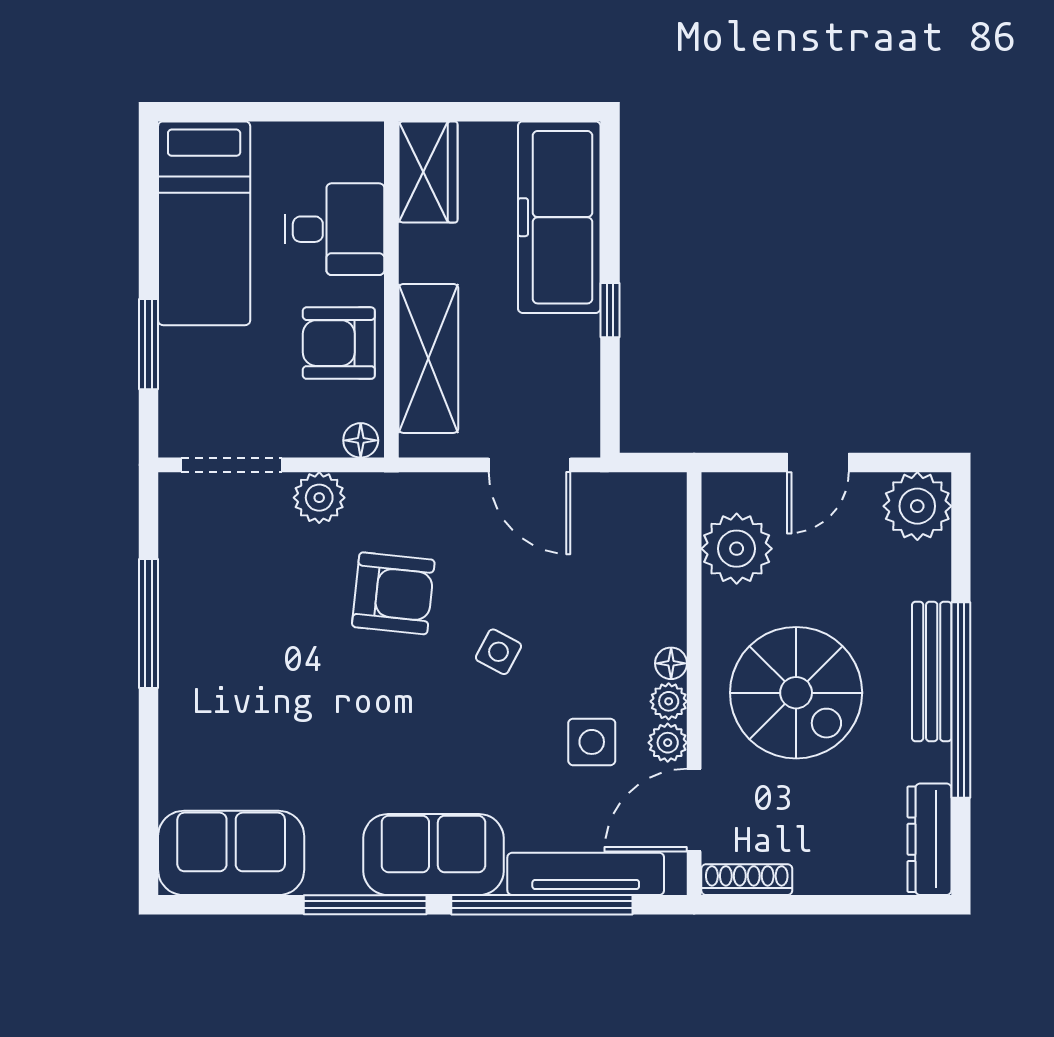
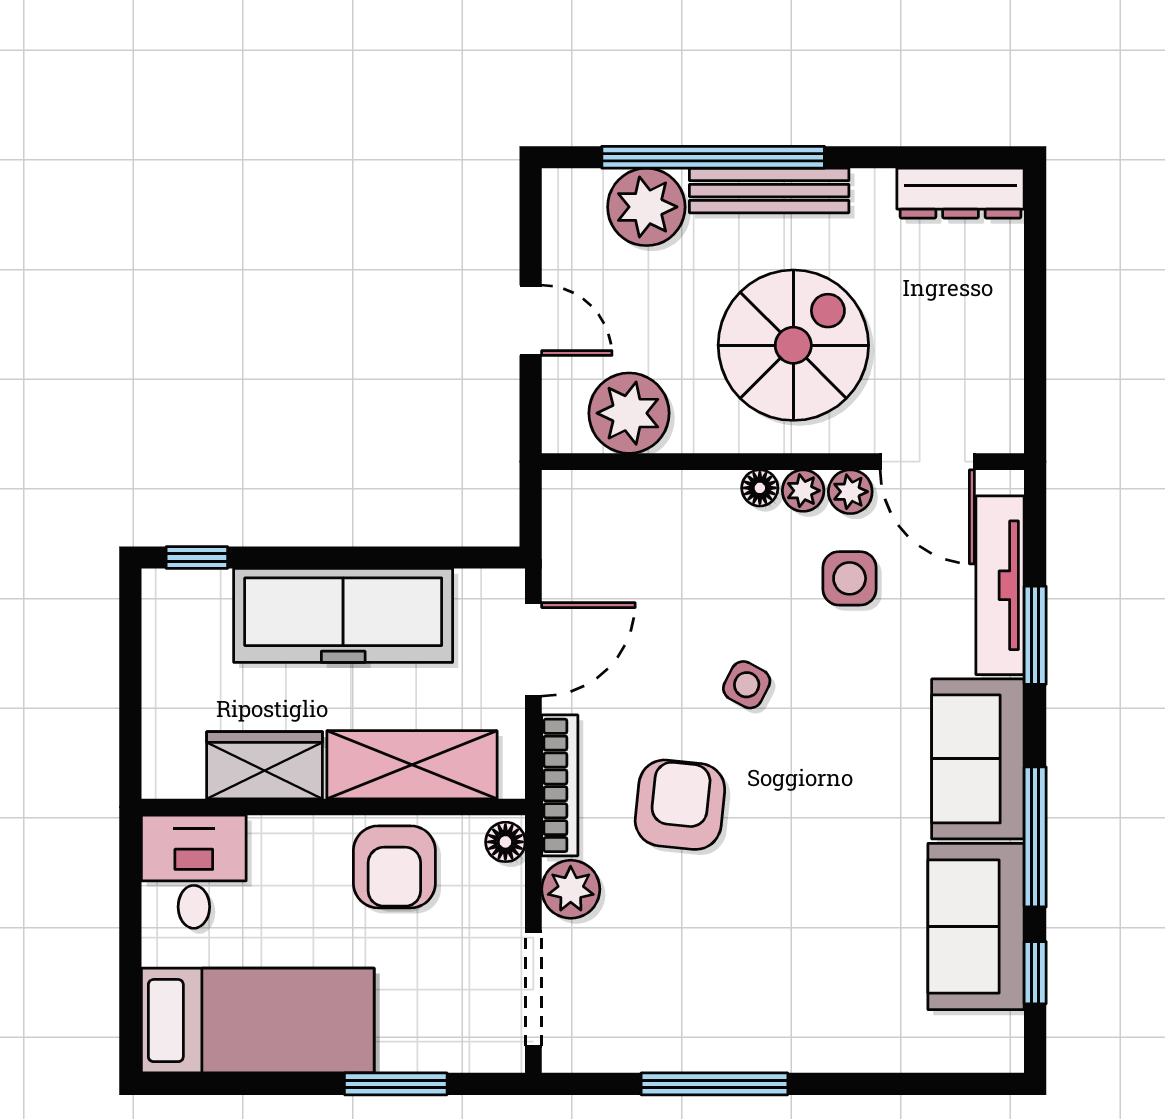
wardrobe: (428, 172) -> (265, 765), moved
freezer: (559, 217) -> (343, 615), moved
desk: (335, 229) -> (194, 872), moved
window: (610, 310) -> (197, 558), moved
bookcase: (410, 488) -> (560, 785), added
plant: (917, 506) -> (646, 207), moved
window: (961, 700) -> (713, 157), moved
sofa: (231, 853) -> (976, 926), moved
shoe rack: (747, 880) -> (1007, 402), removed
window: (246, 905) -> (1035, 973), added
window: (542, 905) -> (1035, 635), width x0.47

